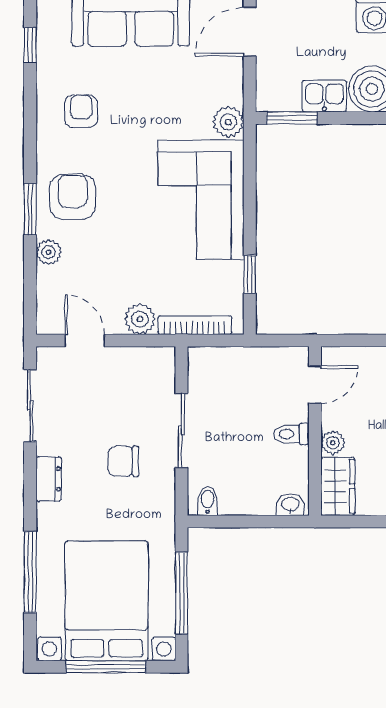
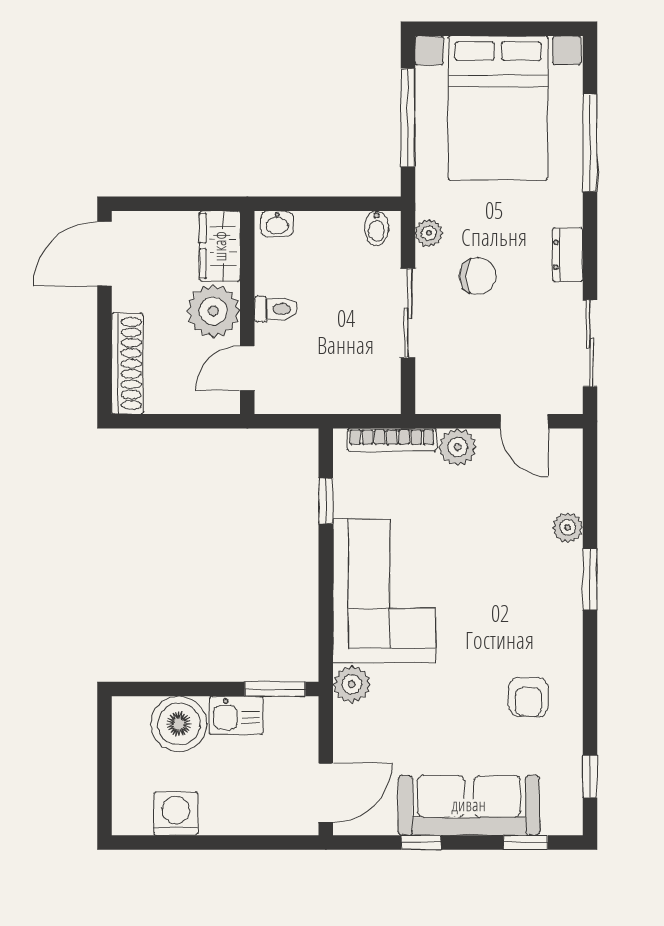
armchair: (73, 197) -> (539, 594), removed
plant: (333, 443) -> (213, 311), width x1.88, depth x1.88
plant: (164, 497) -> (429, 233), added
window: (106, 667) -> (499, 29), removed

